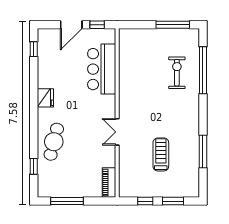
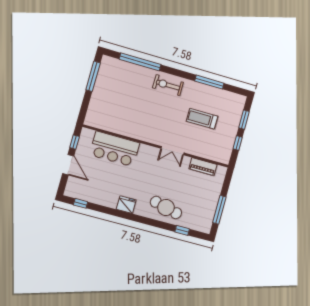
exercise bike: (177, 73) -> (168, 85), moved
piano: (109, 183) -> (203, 167), moved

